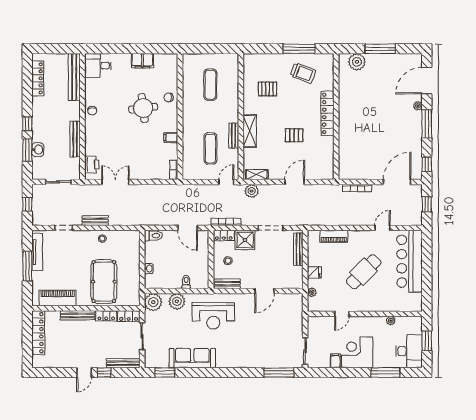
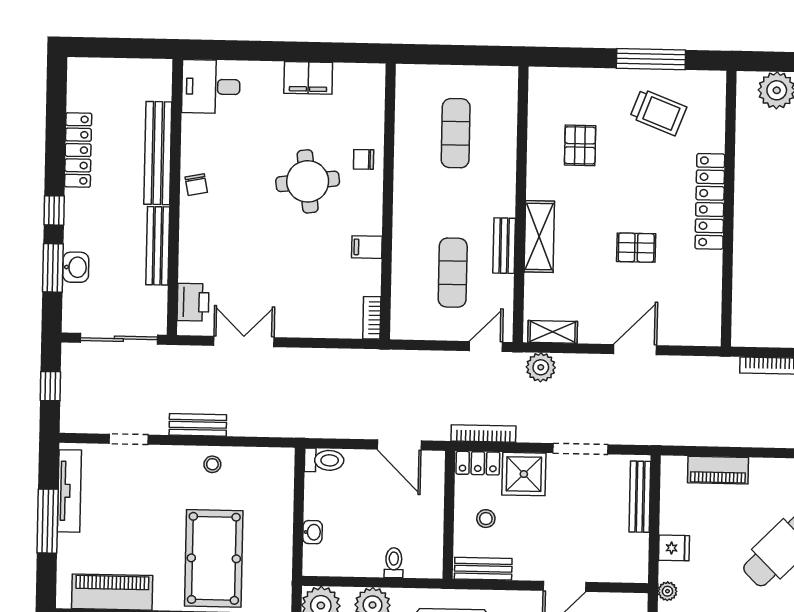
bench: (74, 77) -> (158, 153), moved
locker: (38, 78) -> (78, 150), moved
pallet: (267, 89) -> (580, 145), turned 90
sliding door: (58, 182) -> (119, 339), width x1.37

